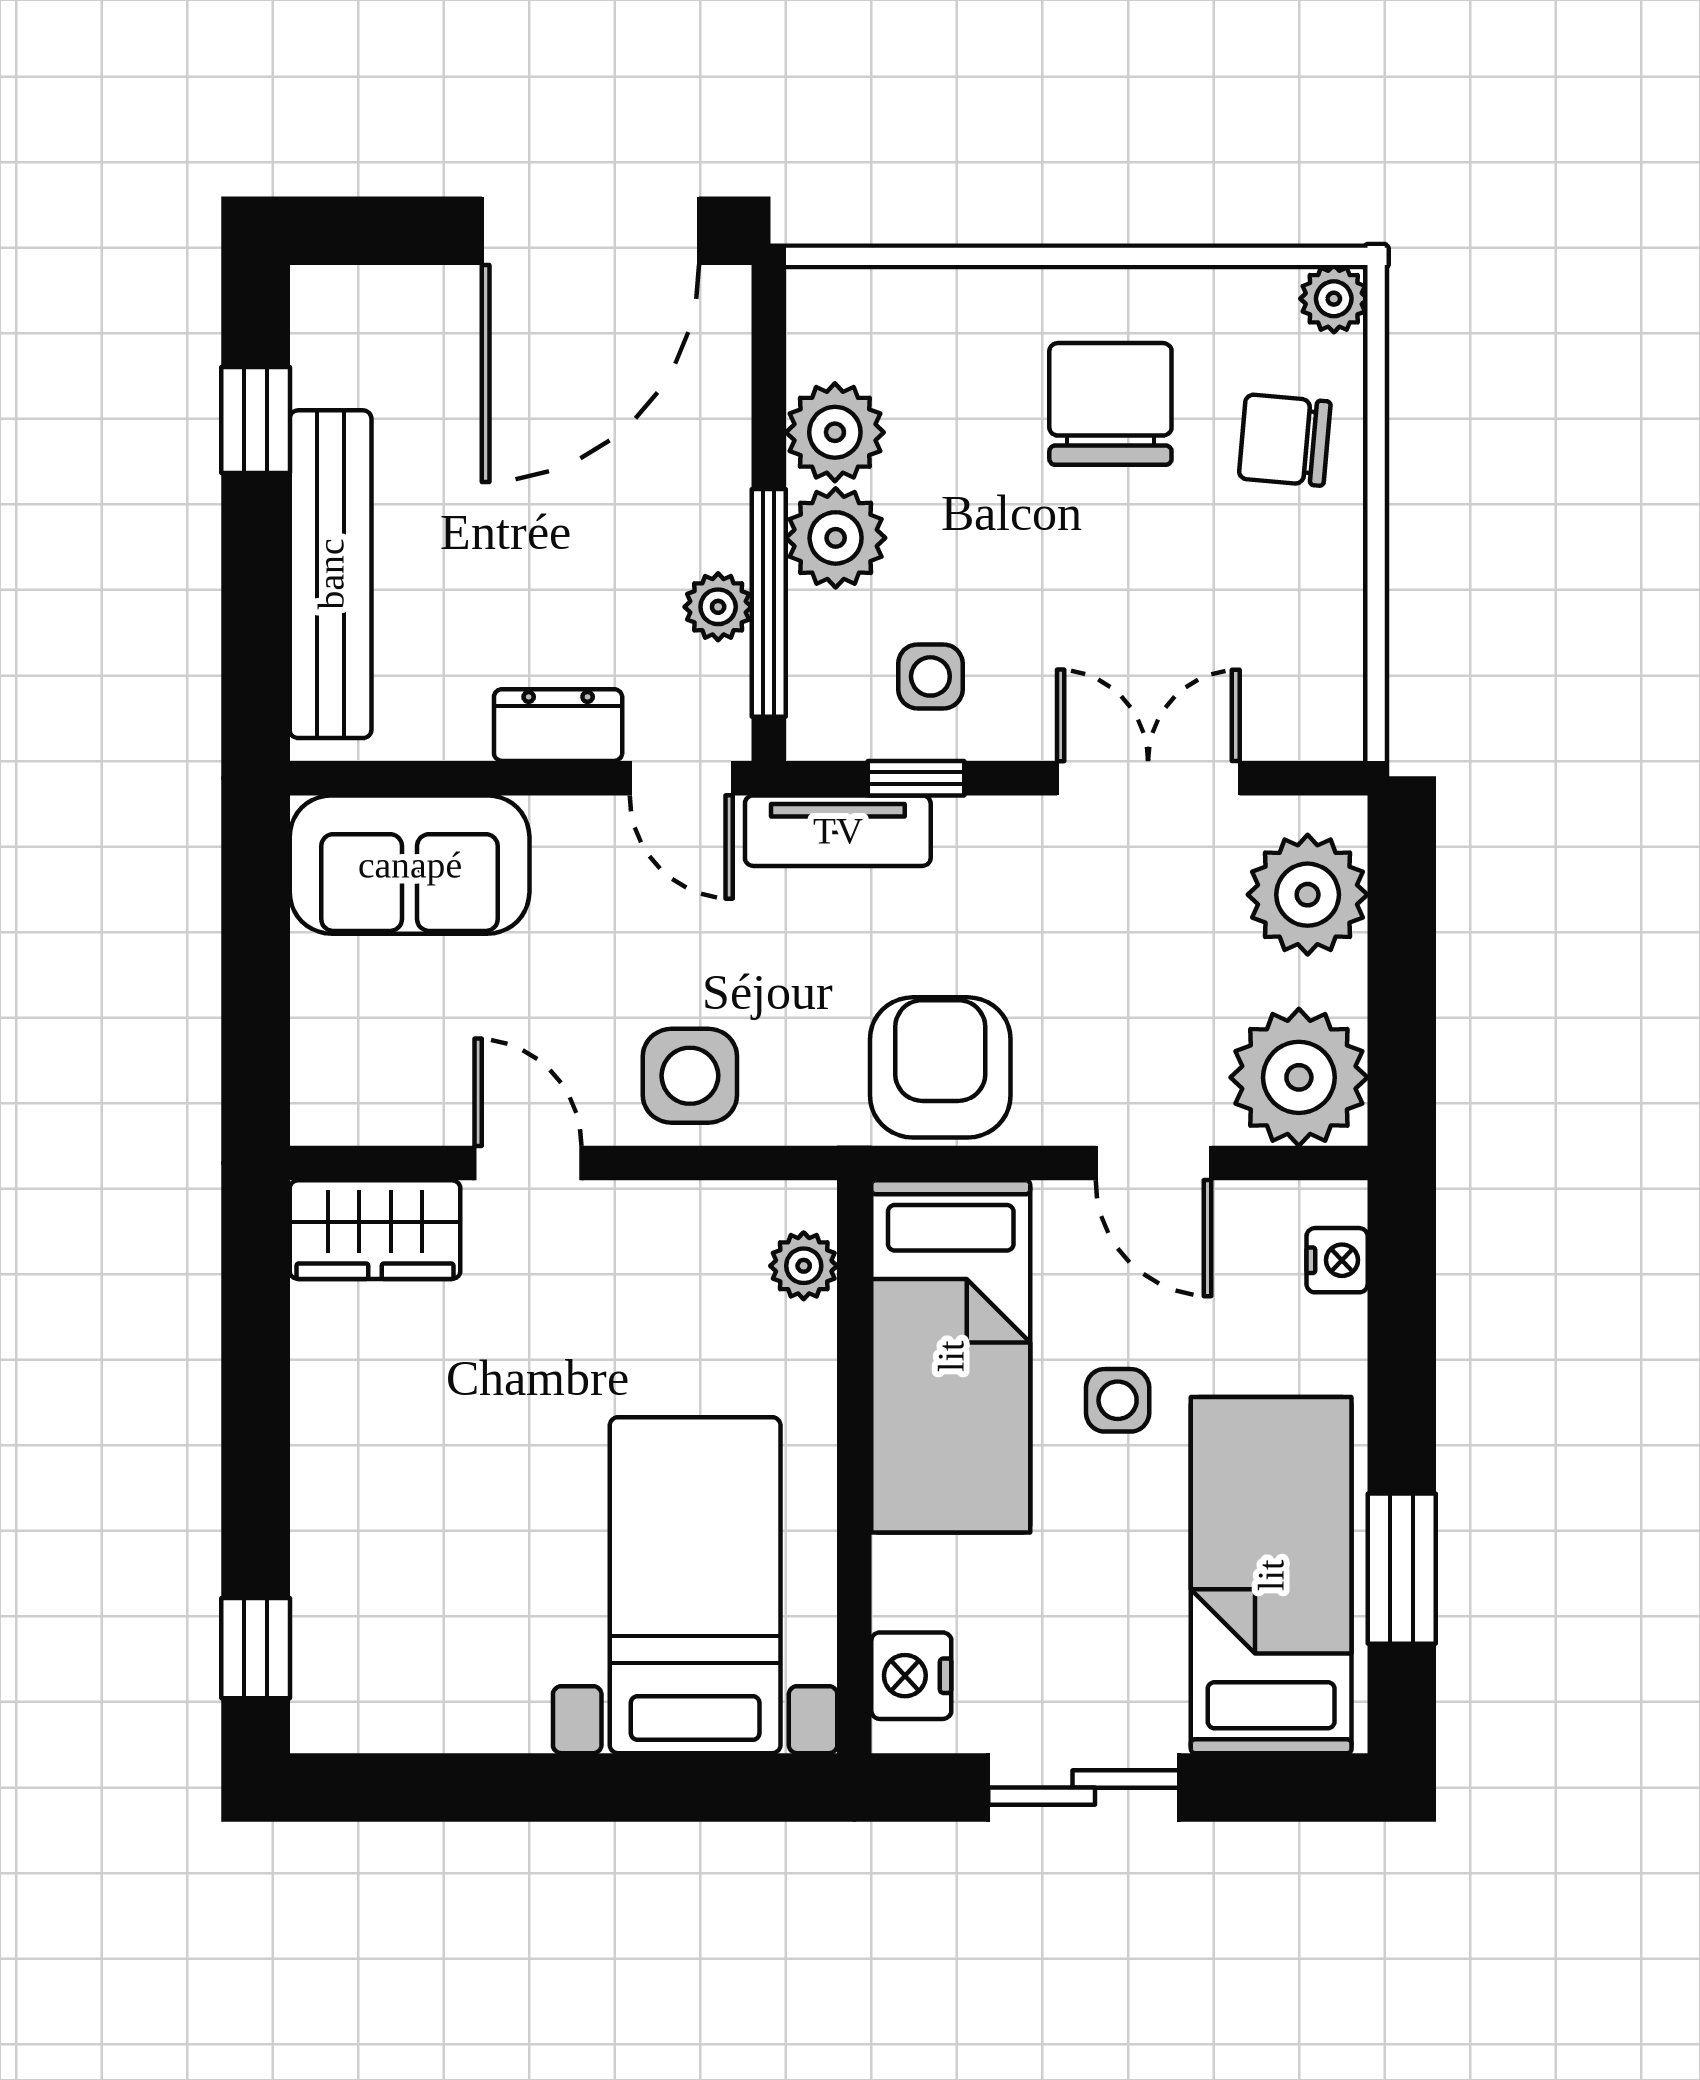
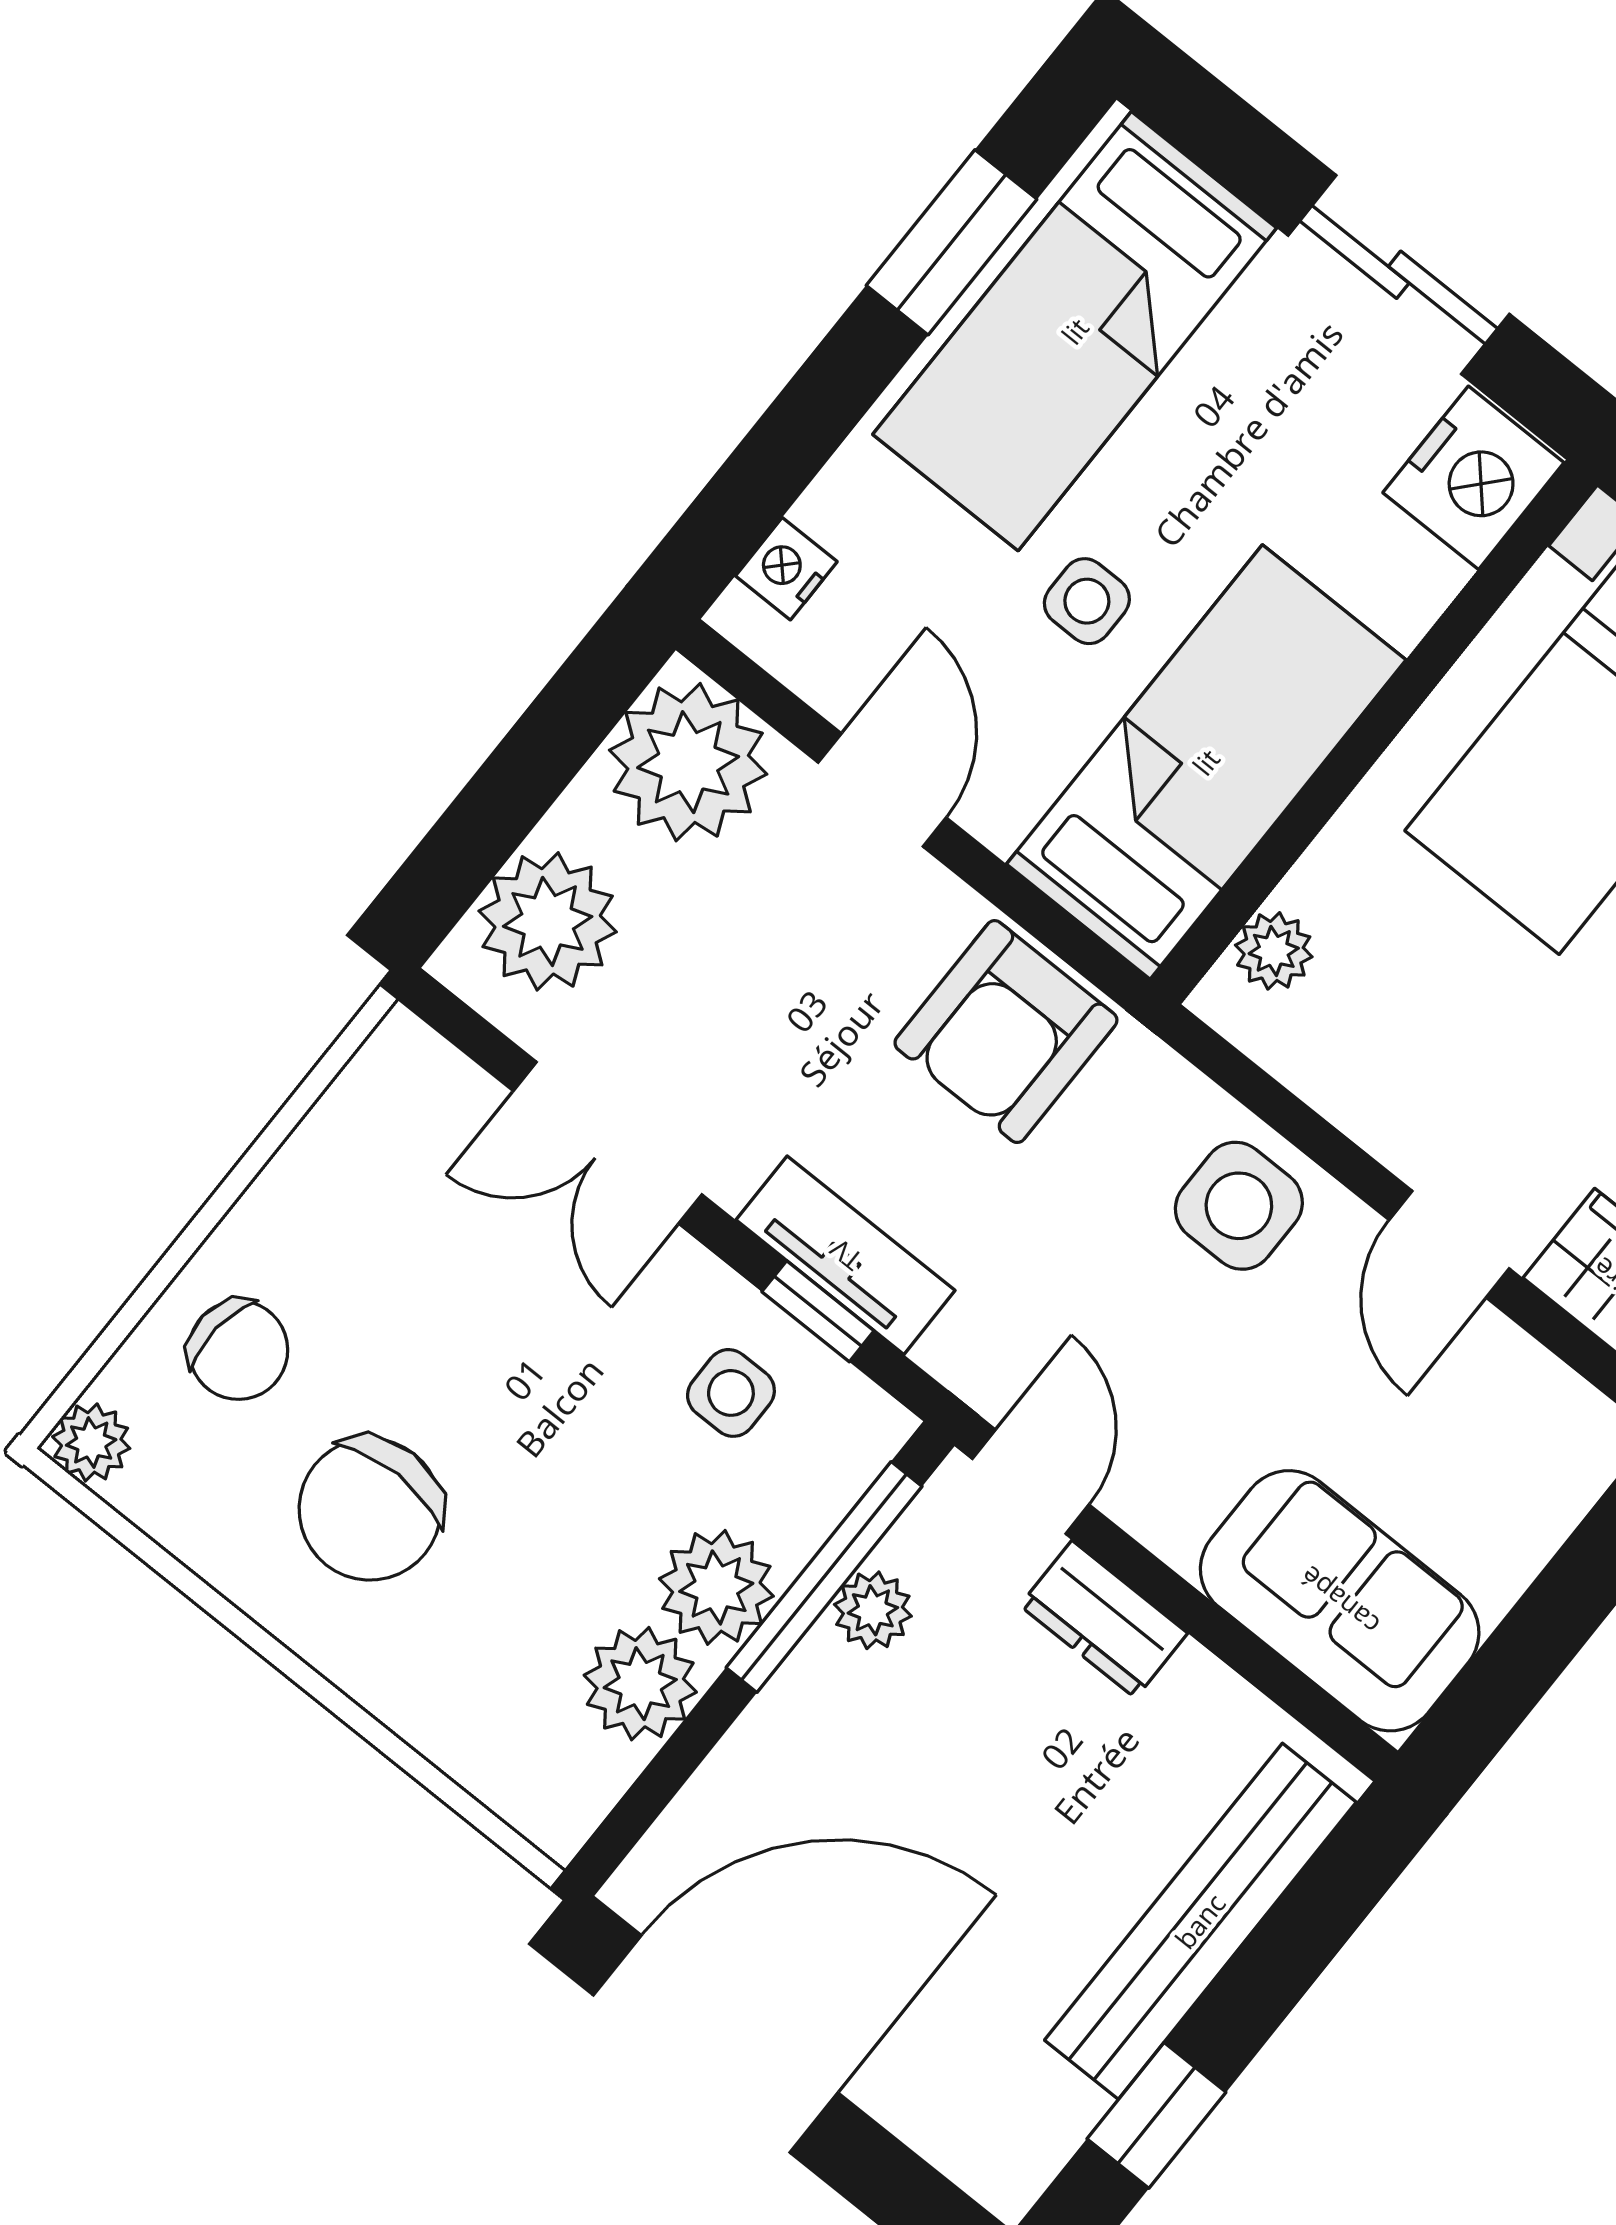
tv unit: (838, 831) -> (846, 1255), moved
nightstand: (911, 1676) -> (1473, 478), width x1.36, depth x1.33

